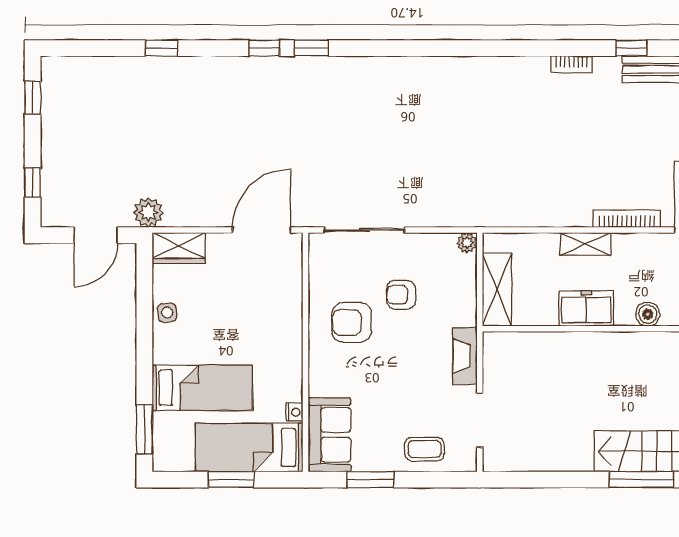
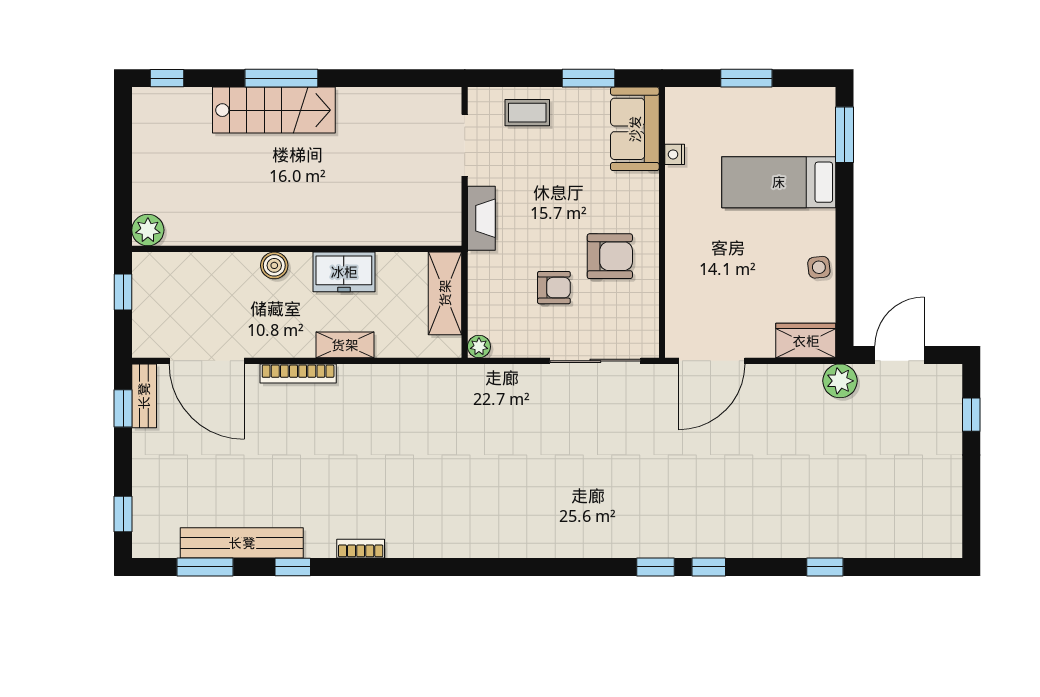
window: (33, 97) -> (971, 511), removed
bed: (249, 448) -> (726, 114), removed

